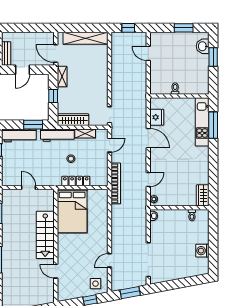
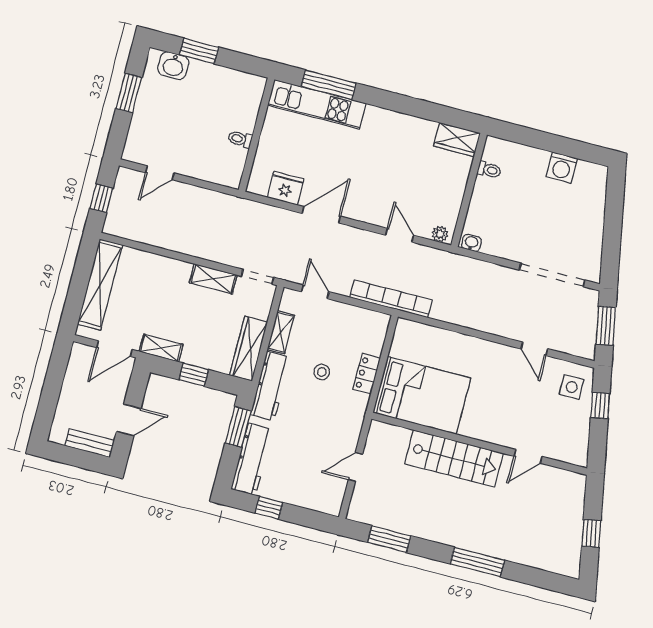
door: (22, 70) -> (129, 420), hinge flipped
shelving: (103, 93) -> (213, 279), added
locker: (76, 181) -> (367, 374), width x0.66

